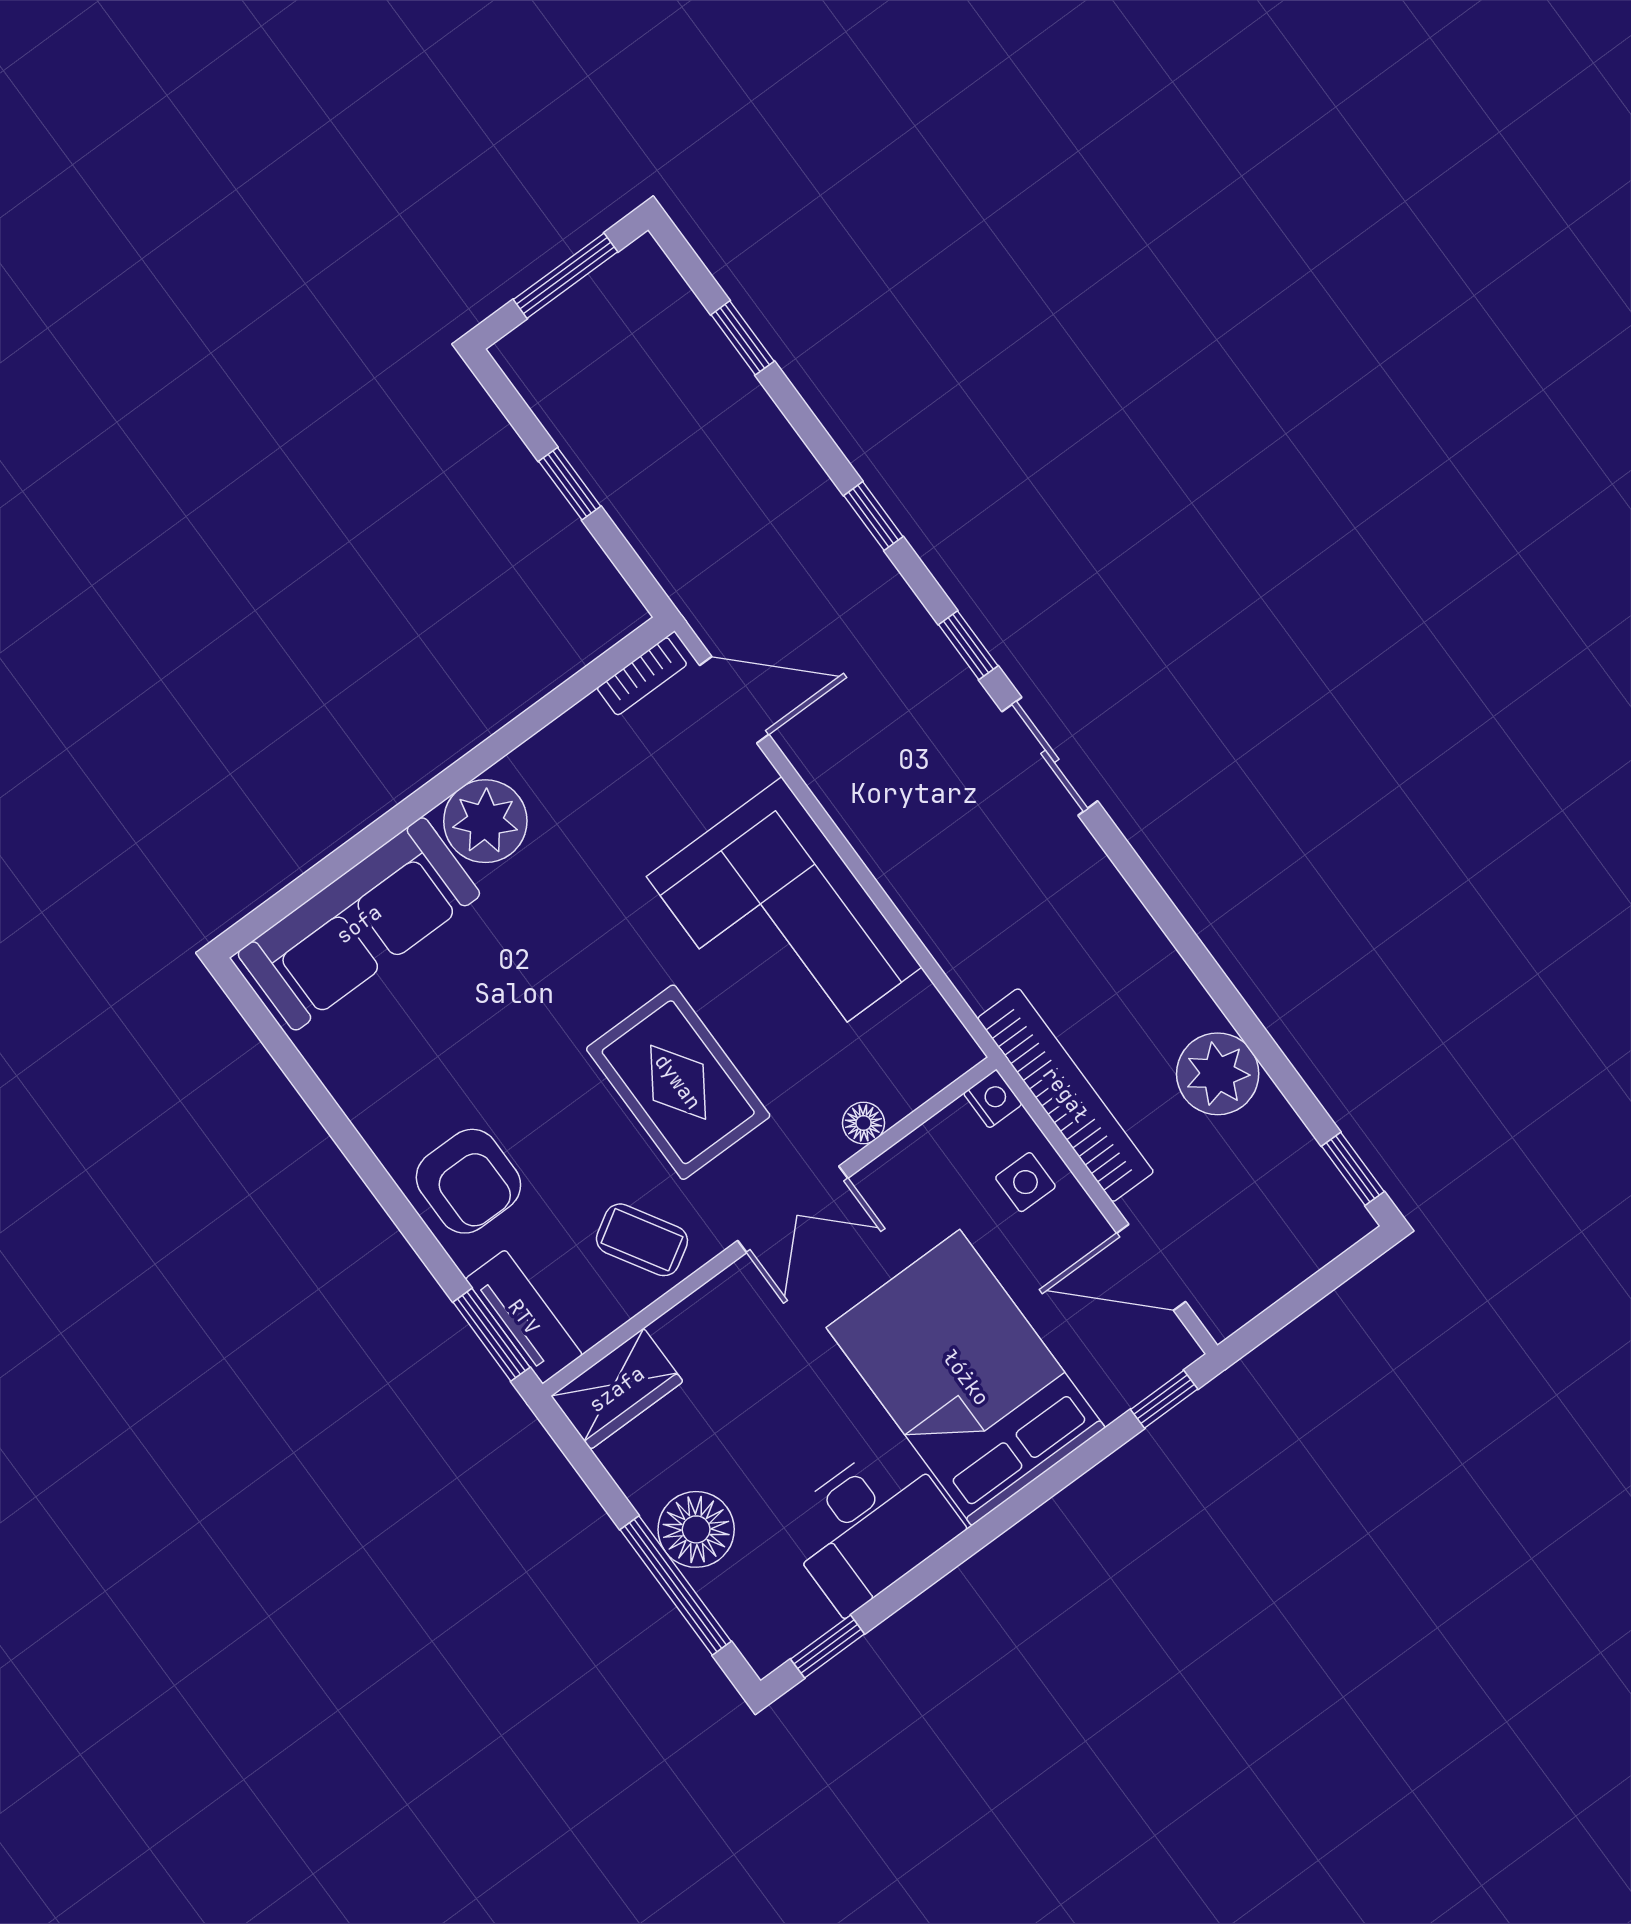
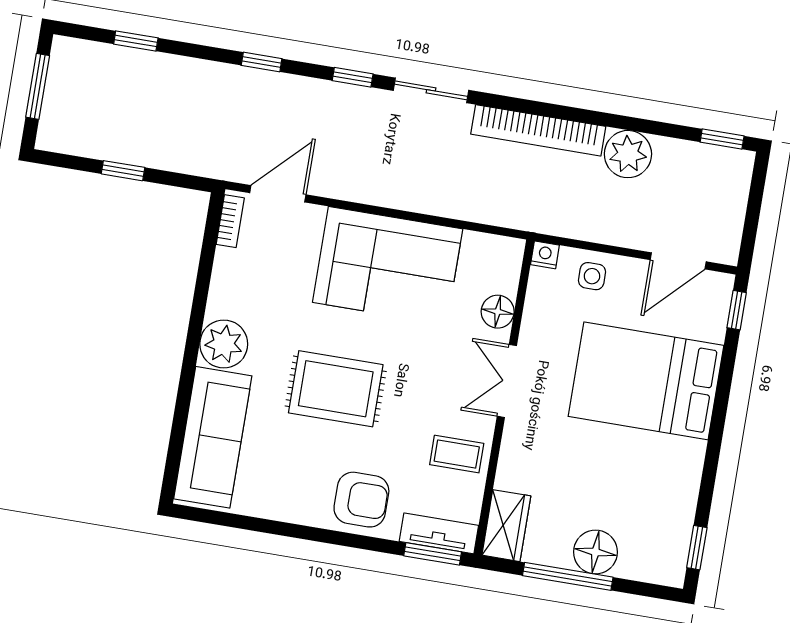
rug: (678, 1082) -> (336, 389), moved
bookcase: (1066, 1095) -> (538, 130), moved, turned 180
floor lamp: (863, 1123) -> (498, 312), width x1.37, depth x1.37
double door: (793, 1209) -> (507, 381), swing flipped
coffee table: (642, 1240) -> (457, 454), turned 31
desk: (870, 1526) -> (666, 481), removed
window: (676, 1586) -> (568, 576), moved

